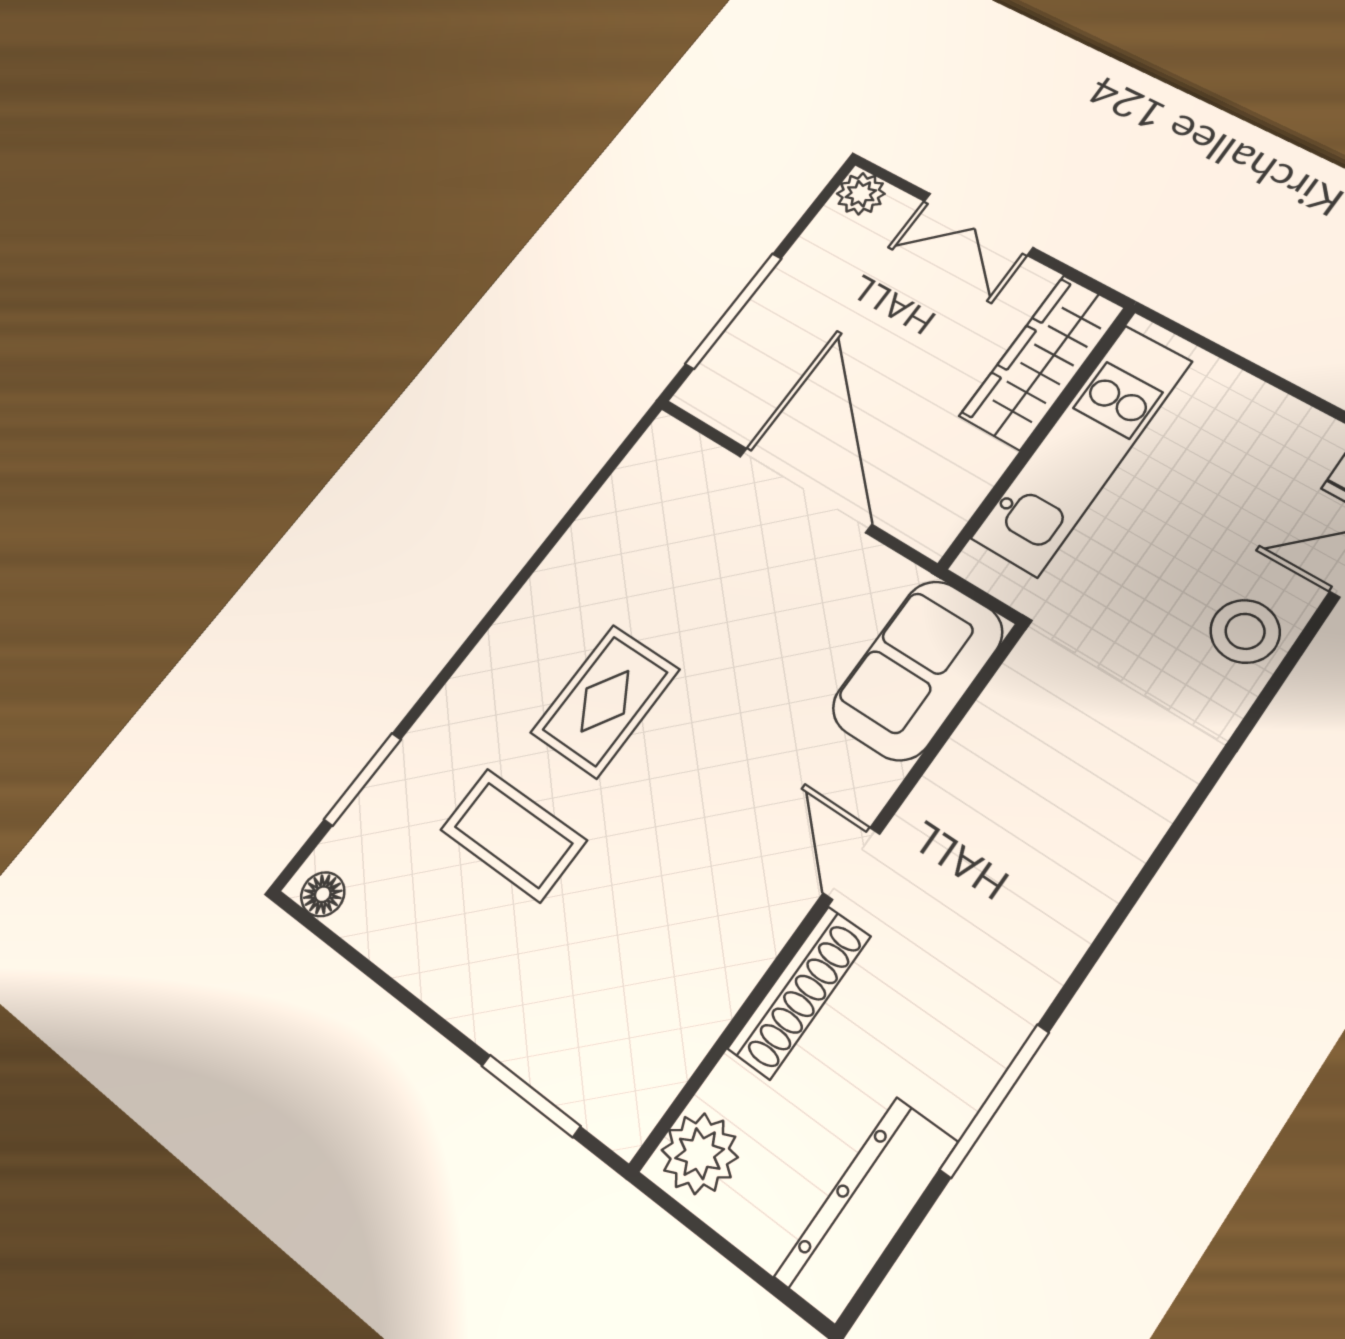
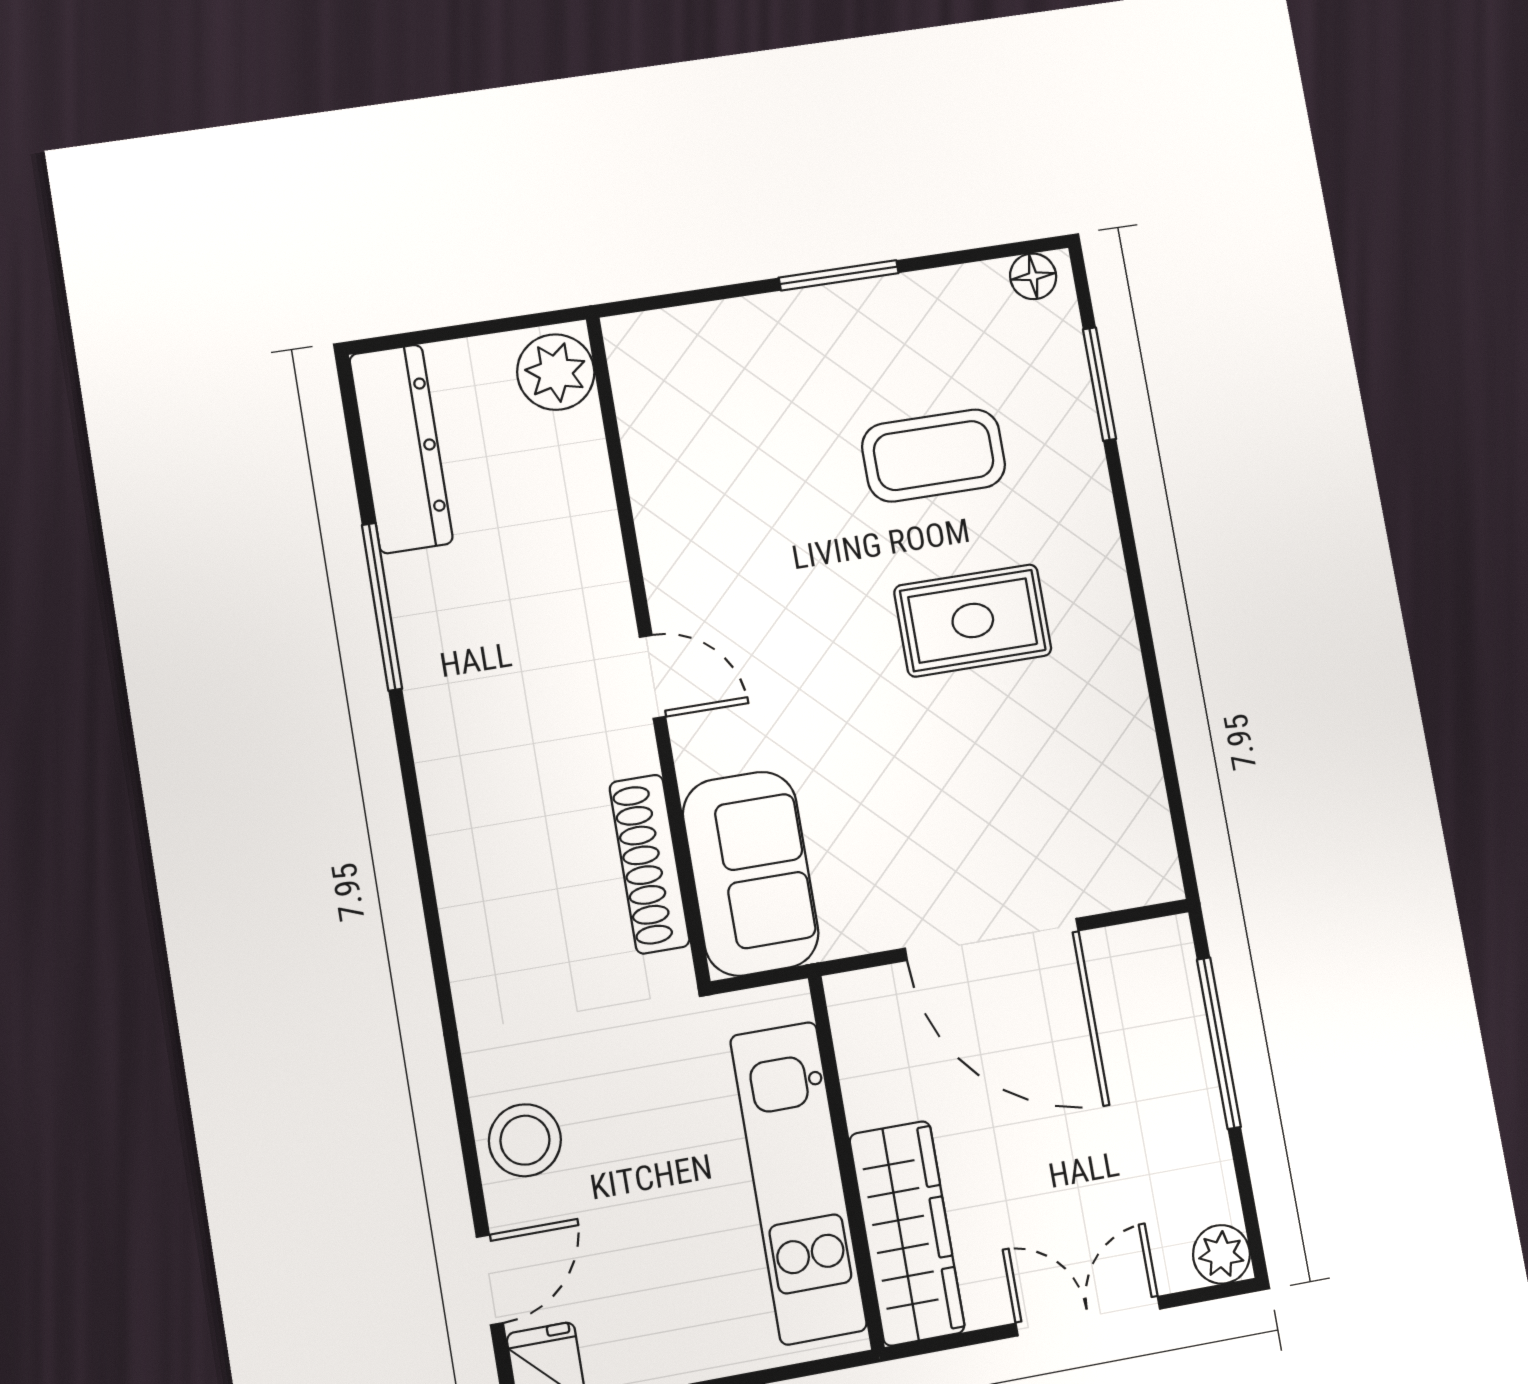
rug: (605, 701) -> (973, 620), turned 90
shoe rack: (800, 992) -> (650, 864), moved
window: (531, 1096) -> (839, 275), moved

